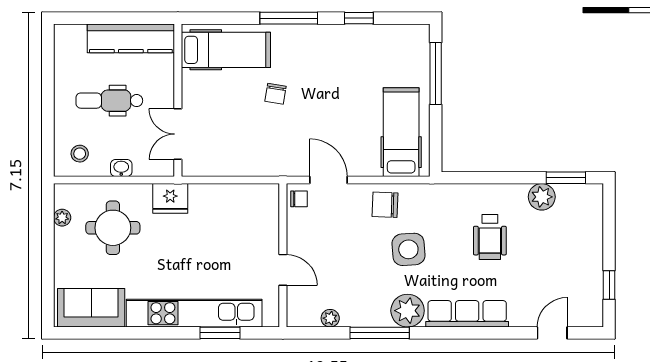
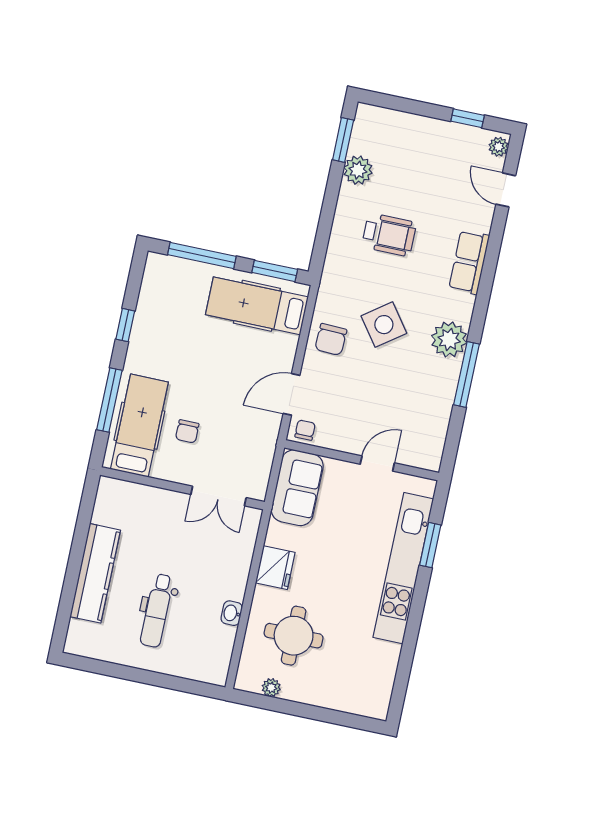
hospital bed: (226, 50) -> (139, 426), moved
chair: (275, 94) -> (187, 431), turned 81
wall: (178, 100) -> (182, 488), moved
double door: (178, 134) -> (219, 496), moved
window: (436, 142) -> (275, 271), added
stool: (80, 154) -> (207, 654), removed
side table: (408, 249) -> (384, 325), turned -32
sofa: (91, 308) -> (297, 488), moved, turned 180
row of seats: (467, 314) -> (469, 262), width x0.68
plant: (330, 318) -> (499, 147), moved

